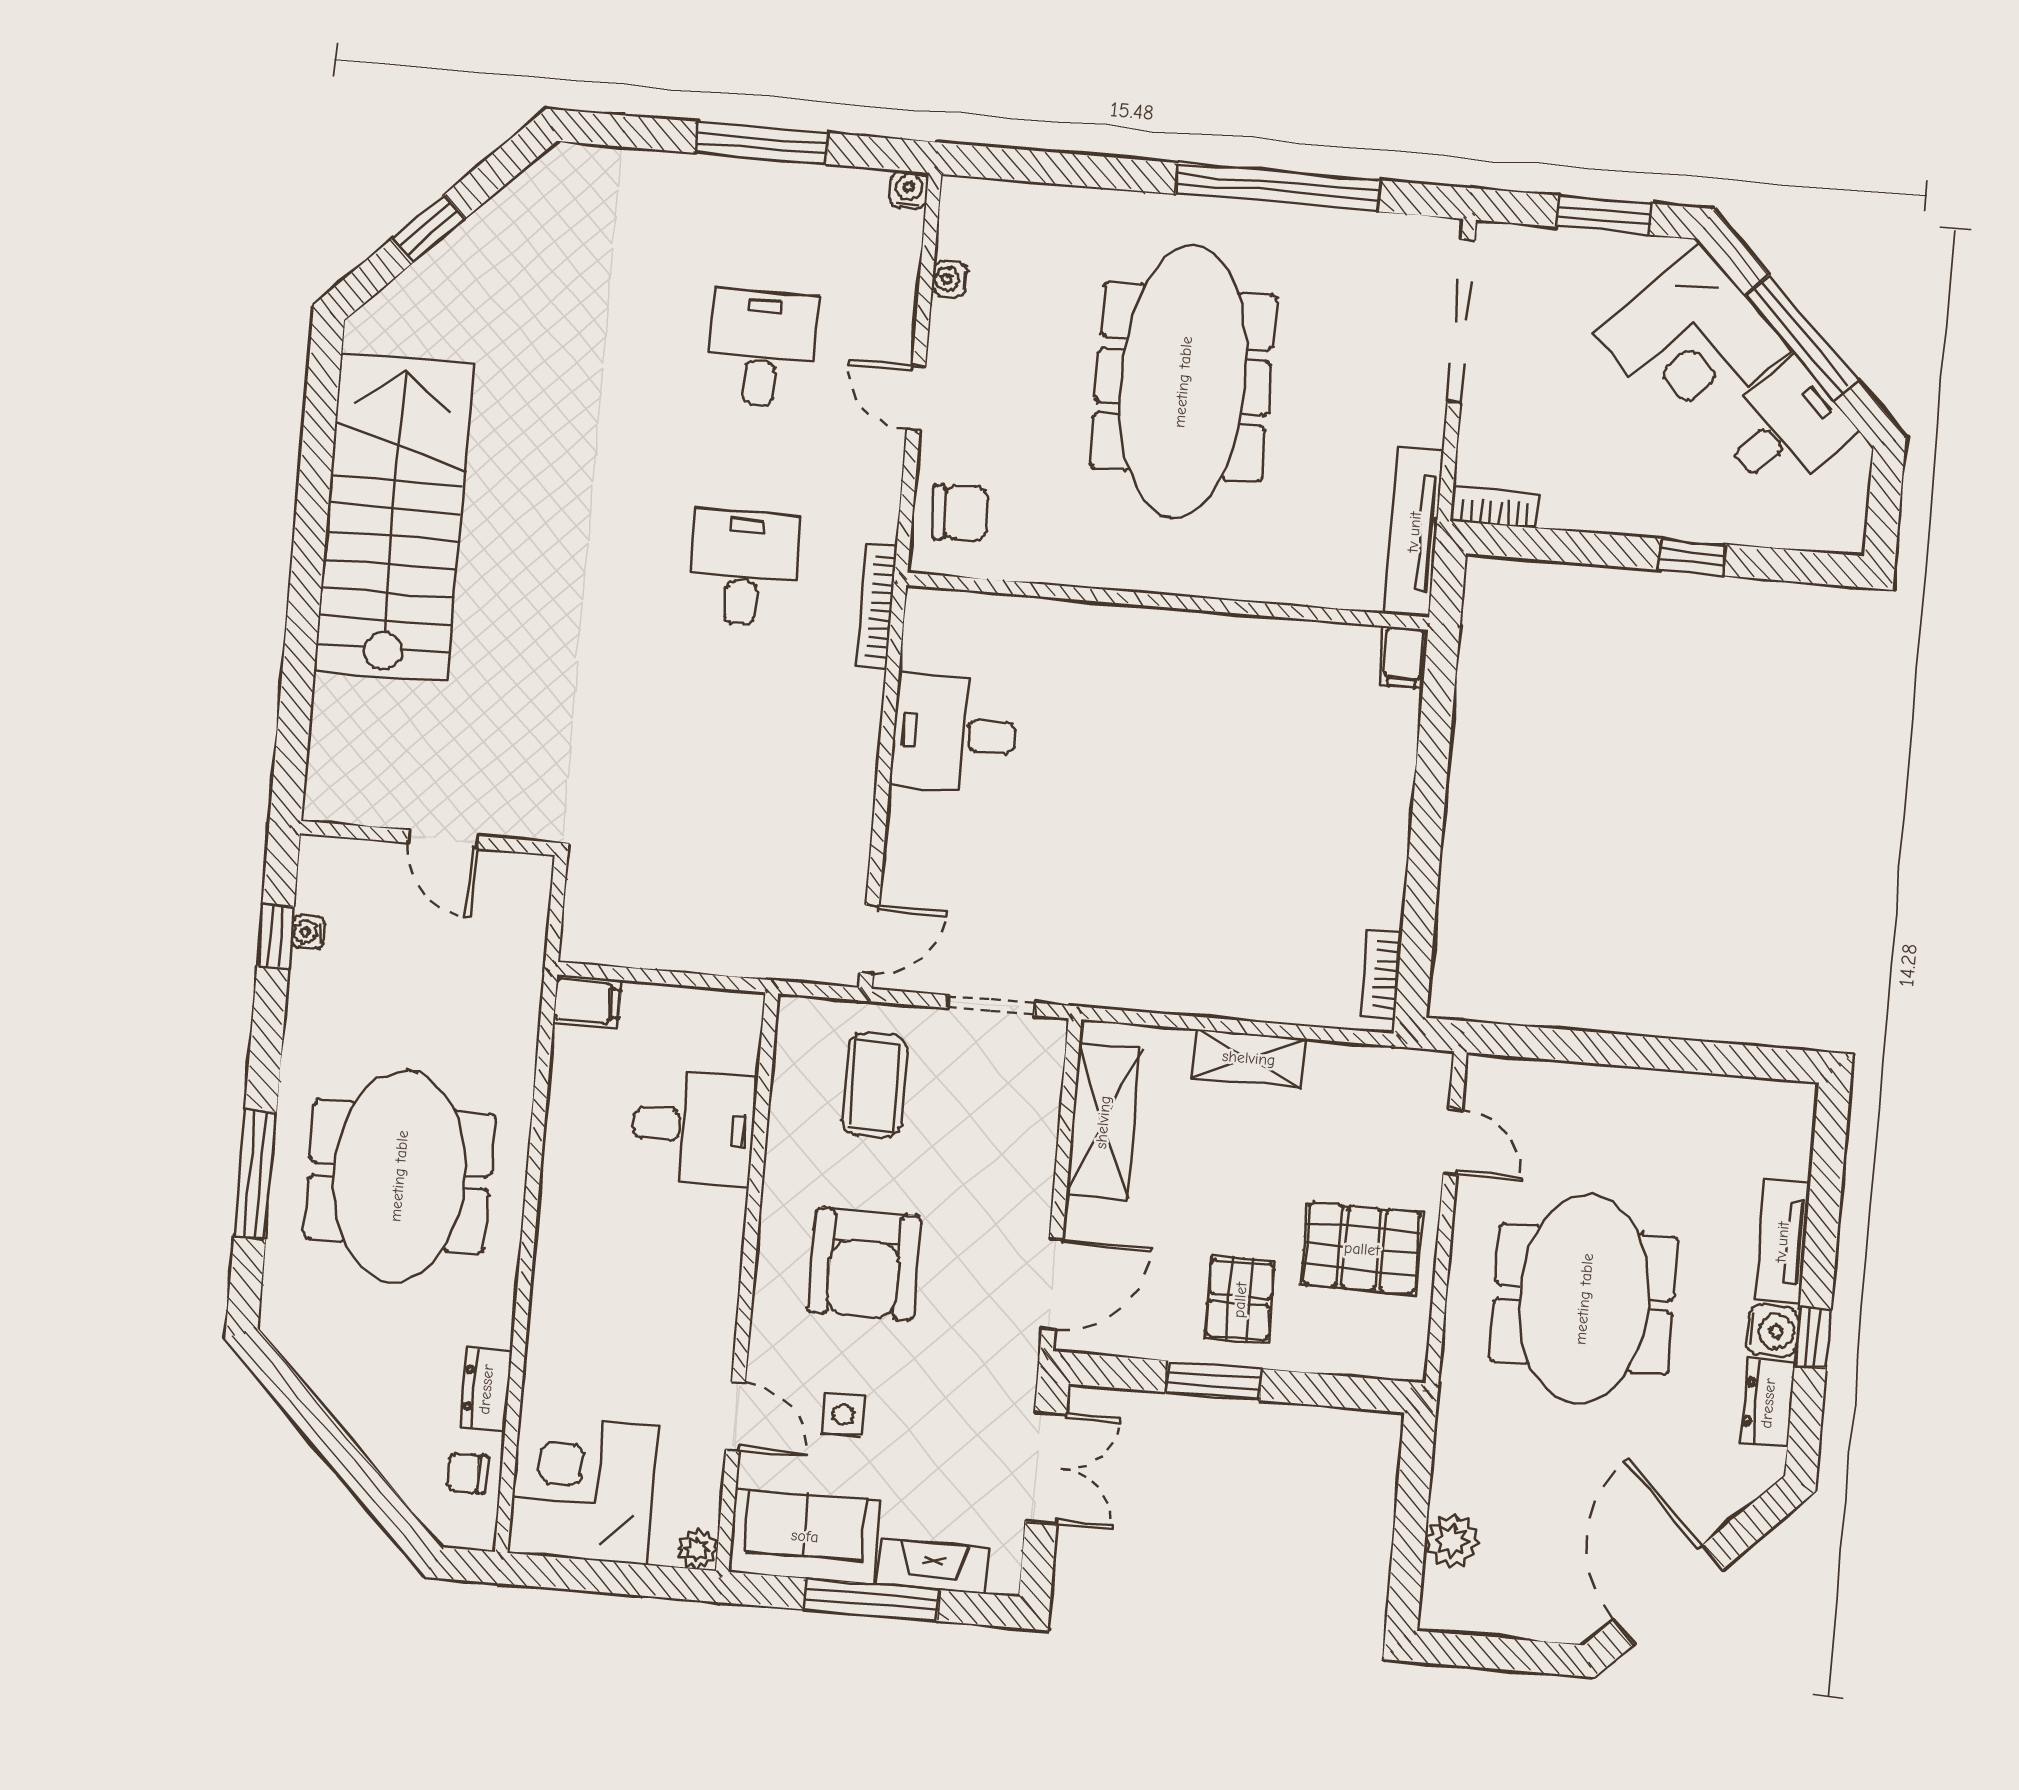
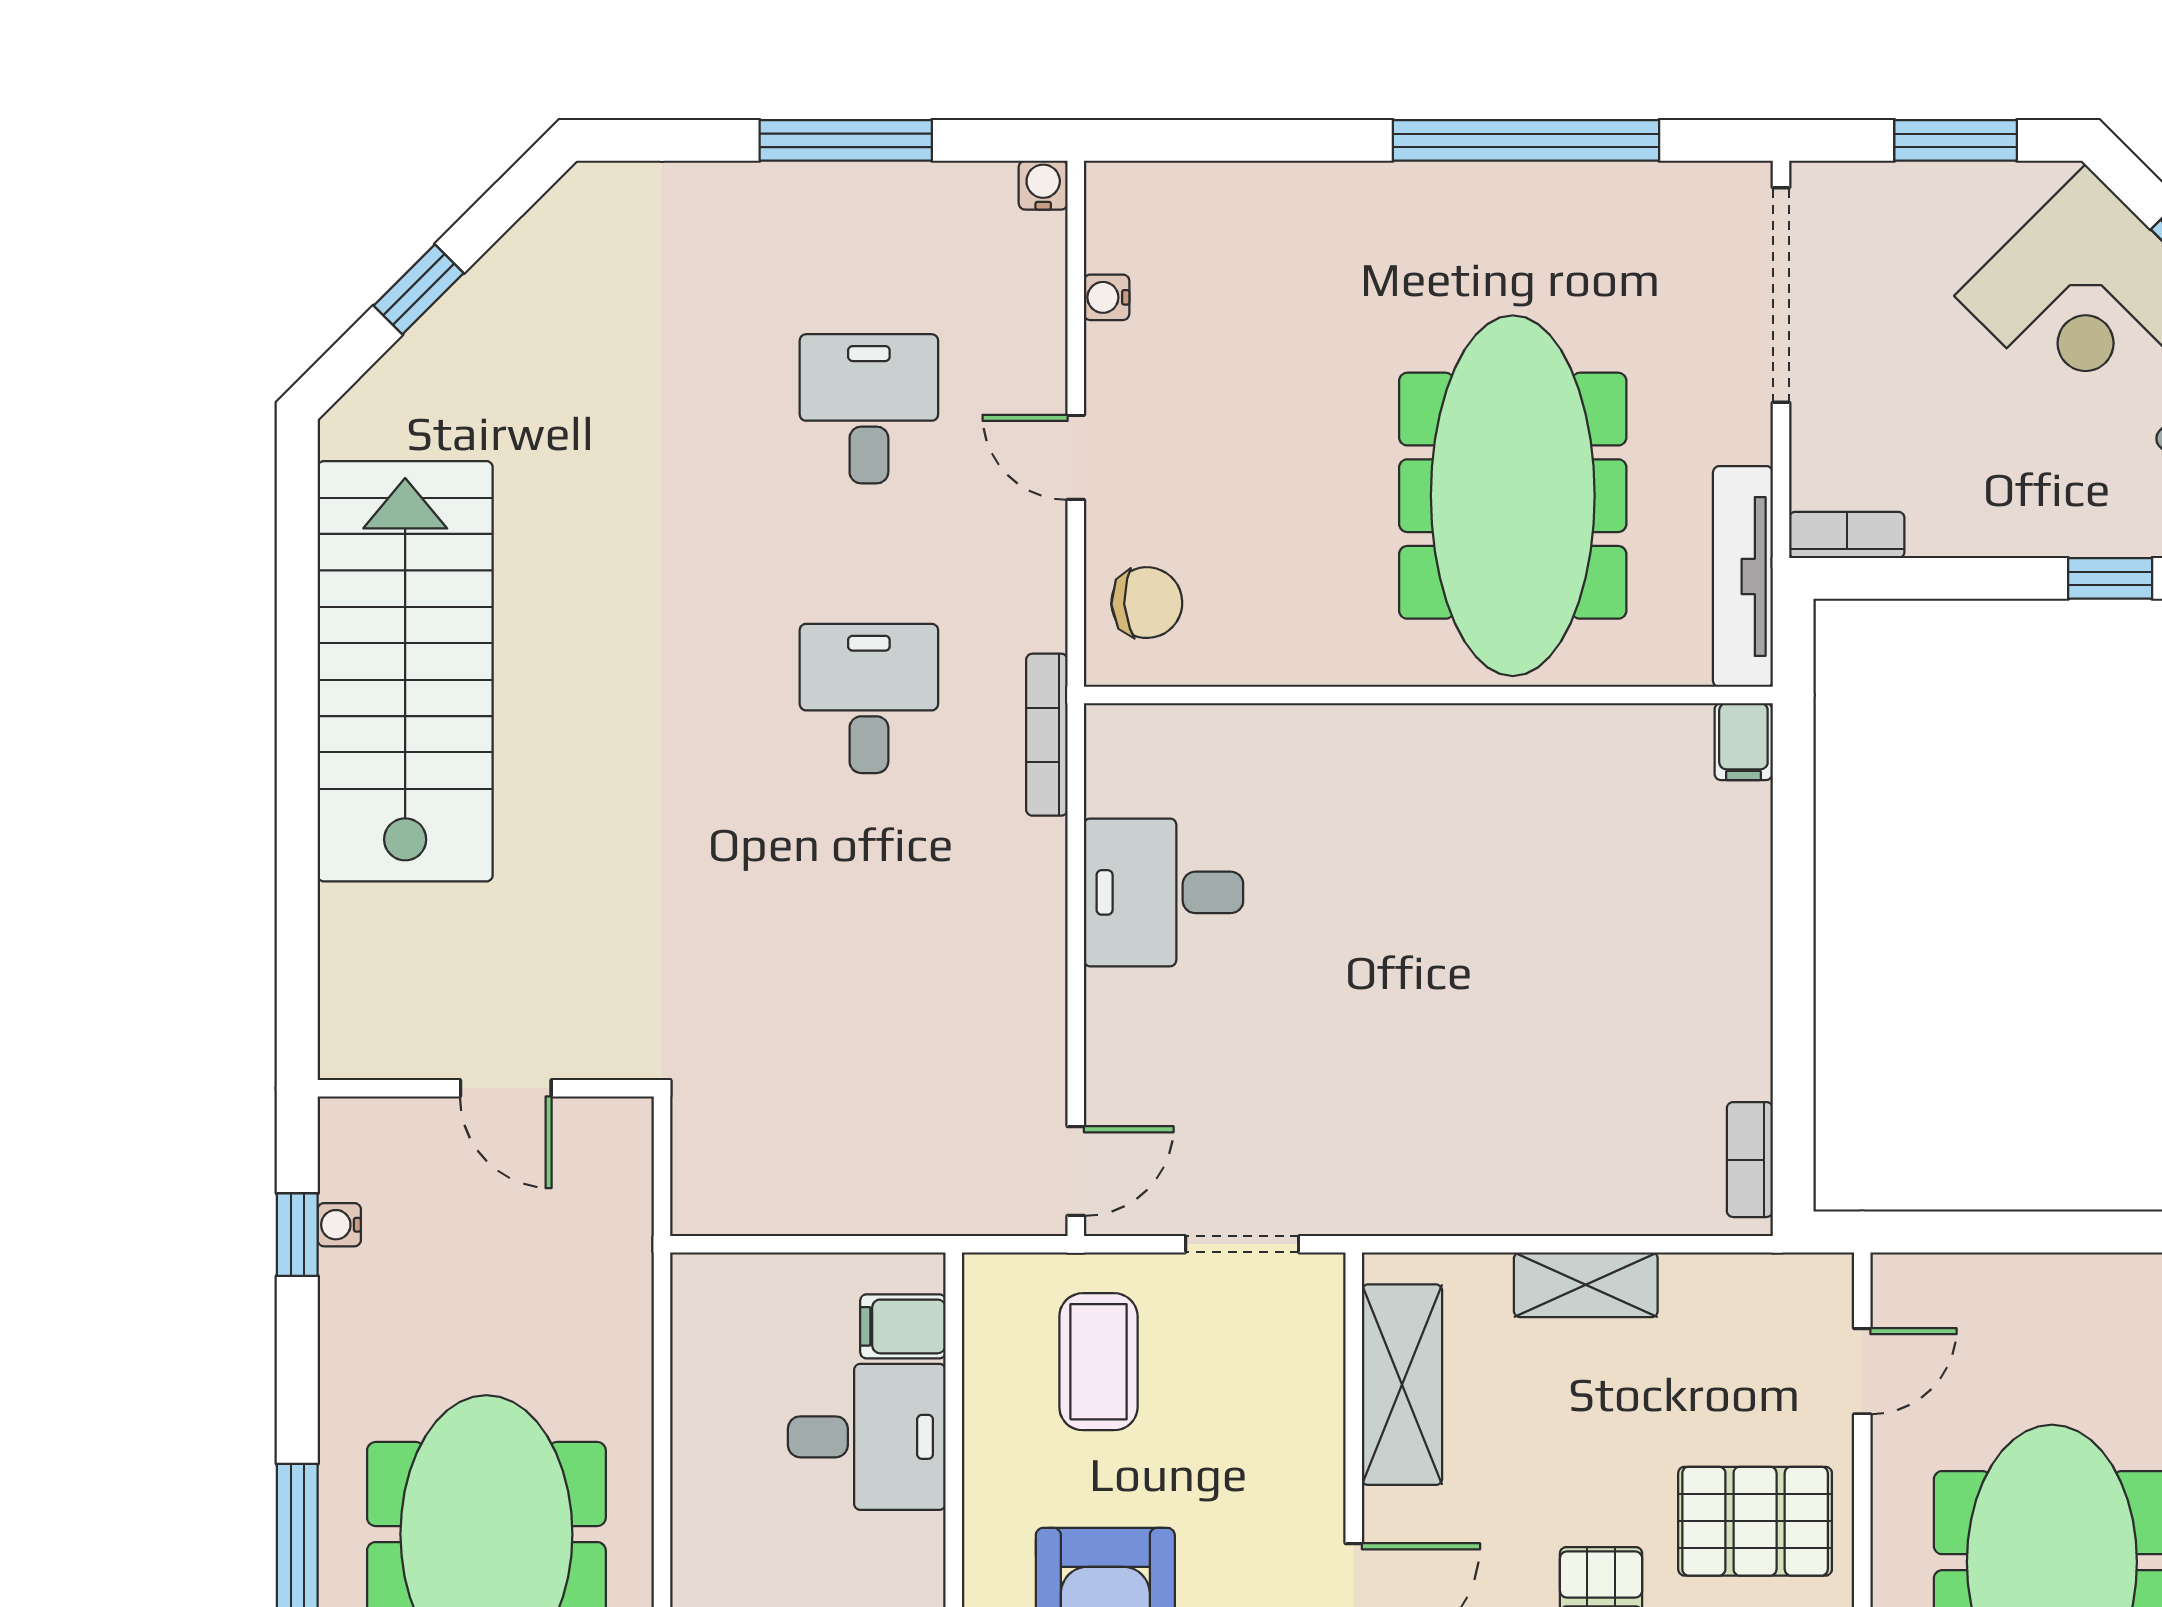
meeting table: (1183, 382) -> (1513, 496), moved
filing cabinet: (587, 1001) -> (903, 1326), moved, turned 180
door: (1453, 1142) -> (1862, 1371), hinge flipped

